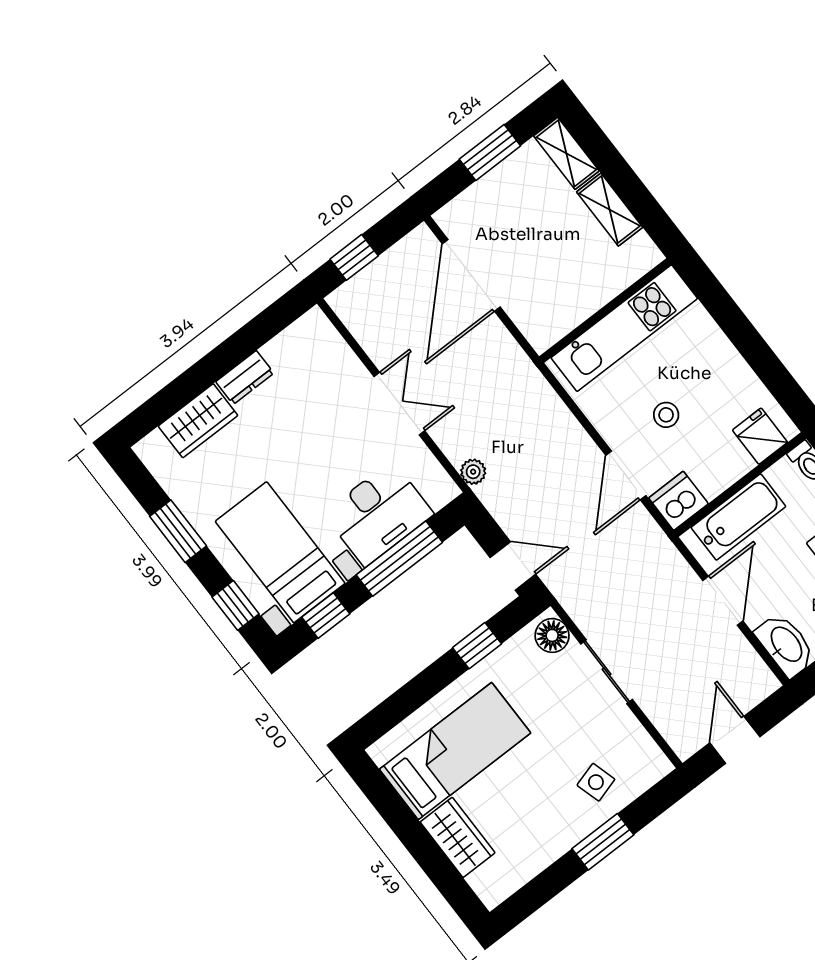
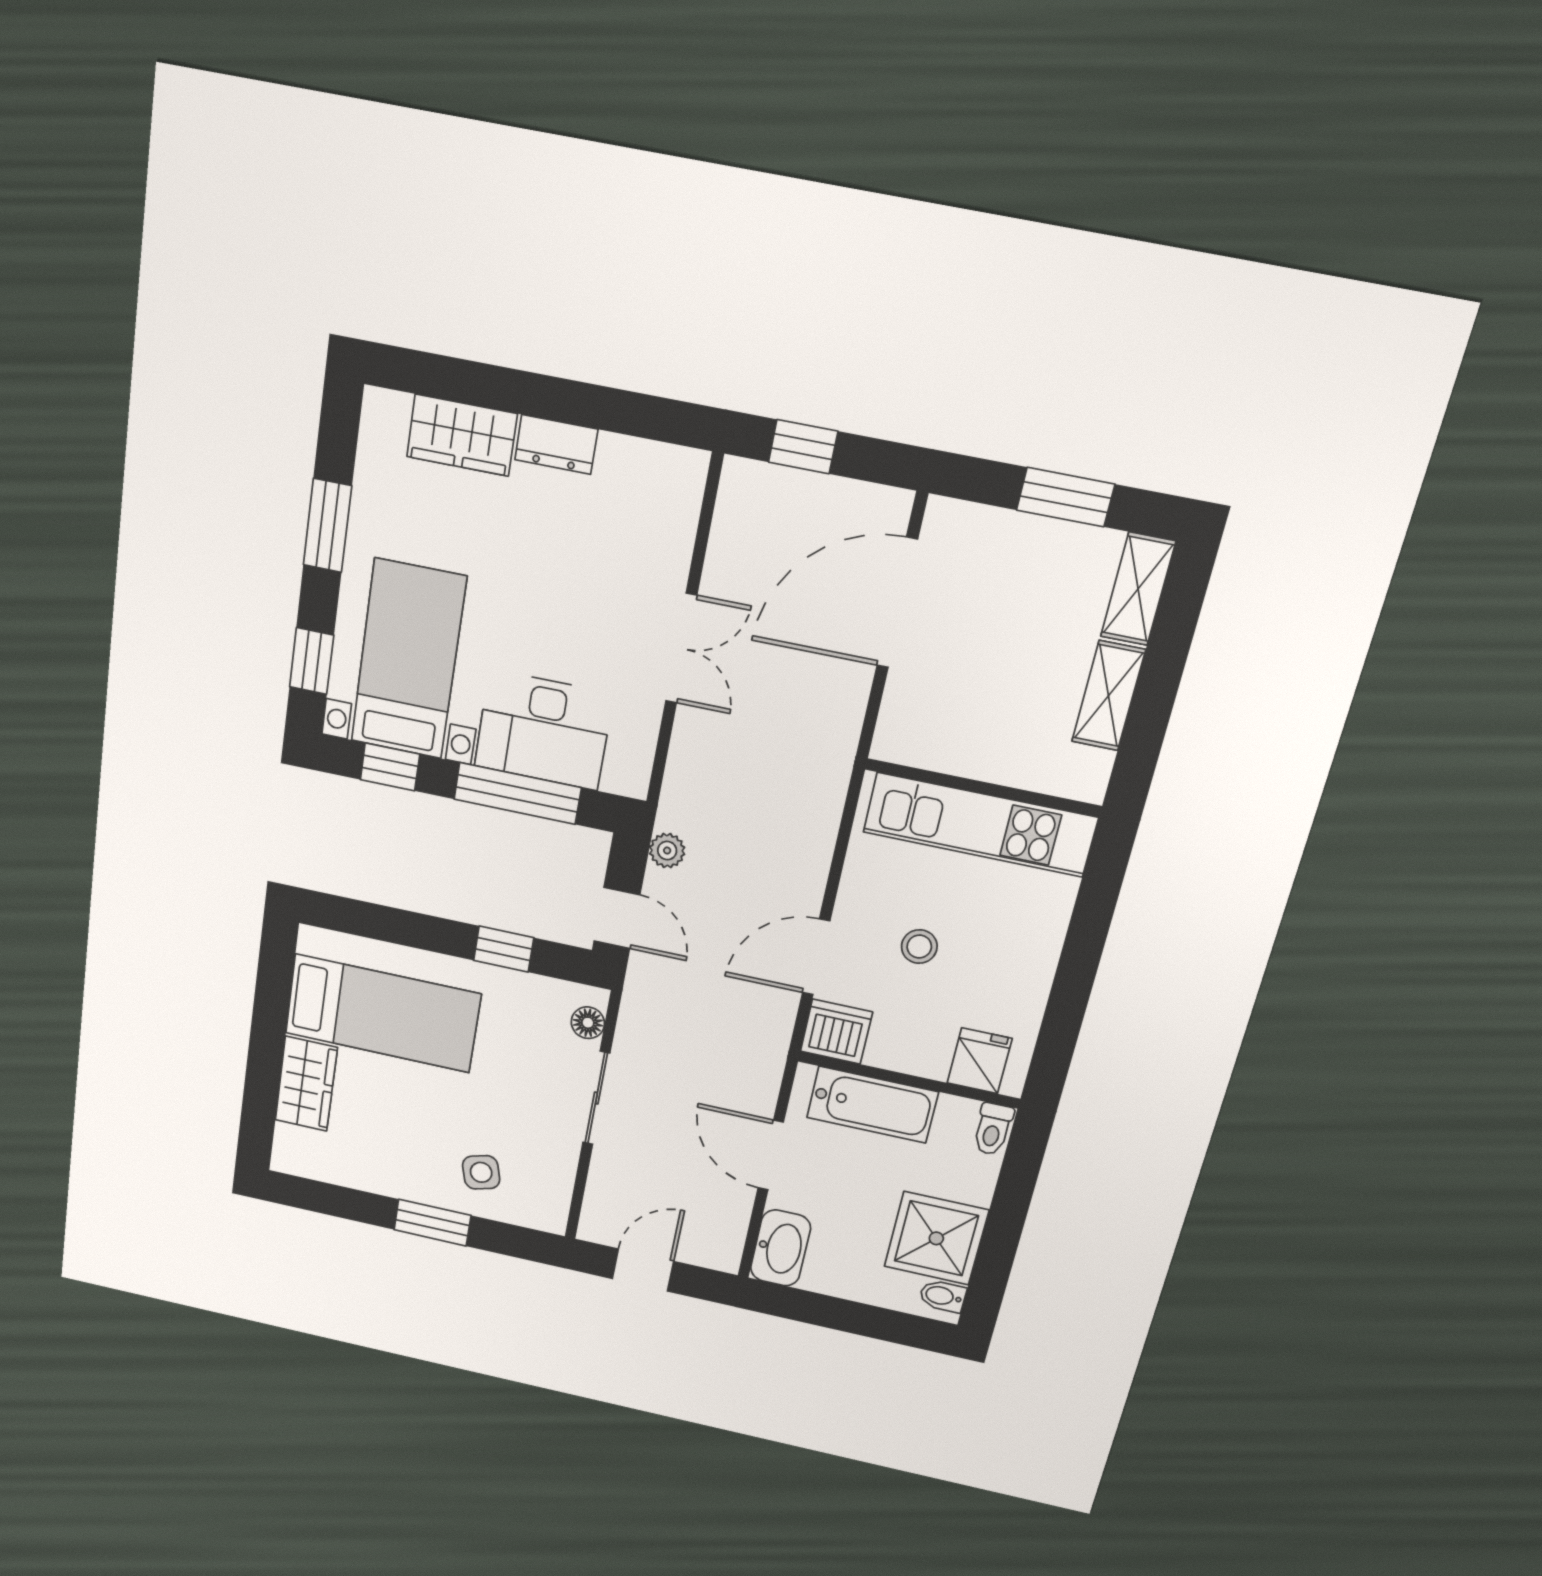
plant: (473, 472) -> (667, 851), moved
door: (723, 601) -> (771, 1155), swing flipped
floor lamp: (552, 635) -> (588, 1023), width x0.73, depth x0.73

